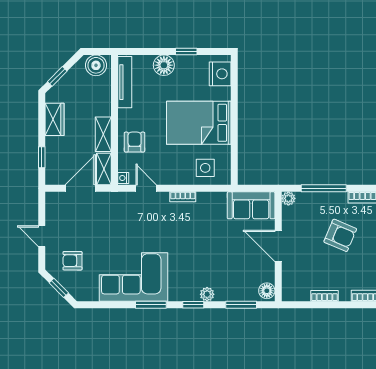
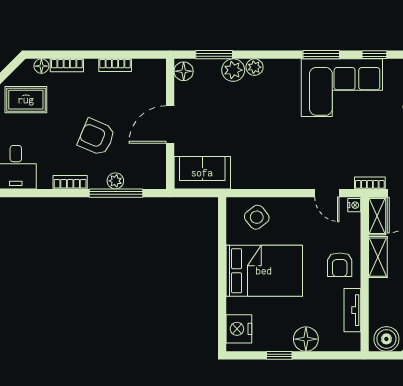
tv unit: (125, 82) -> (352, 310), width x0.71
armchair: (135, 142) -> (340, 265), moved
side table: (205, 168) -> (257, 217), turned -38
bookcase: (183, 197) -> (370, 183), moved
plant: (288, 198) -> (115, 181), moved
door: (278, 246) -> (170, 125), swing flipped
plant: (225, 292) -> (233, 70), added
window: (193, 305) -> (374, 55), moved

